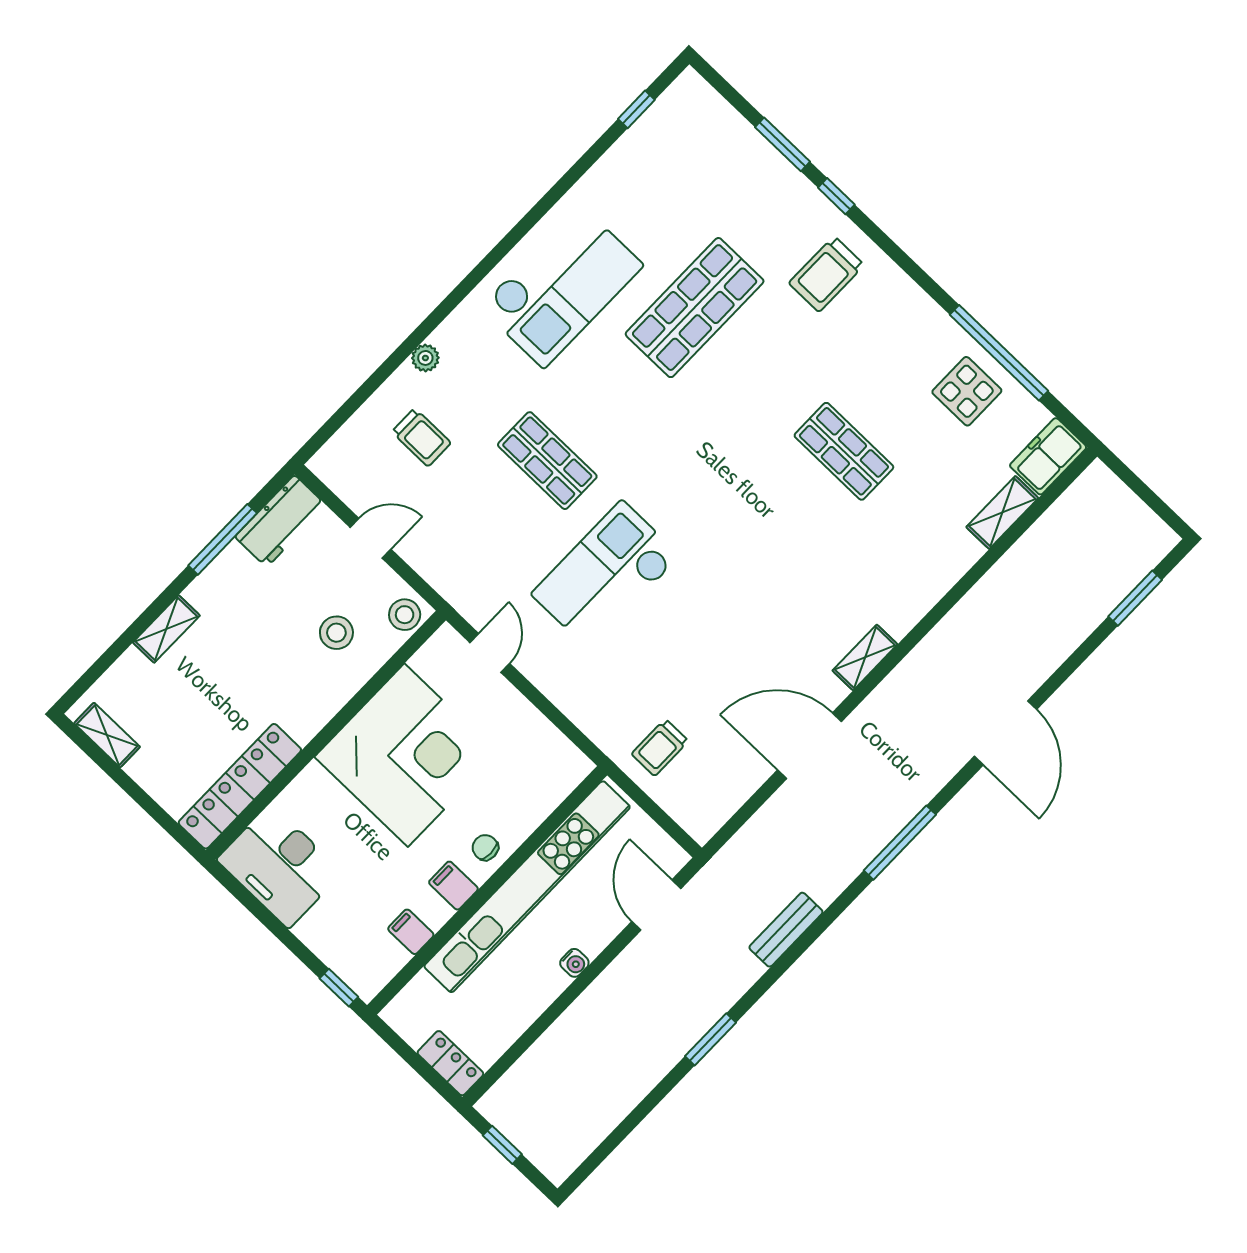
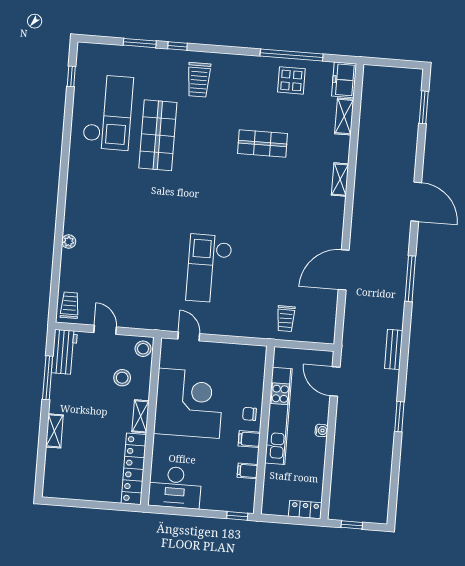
checkout: (562, 286) -> (108, 112), moved
trolley: (421, 437) -> (70, 305), moved, turned -90
shop shelf: (547, 461) -> (149, 243), removed
door: (370, 538) -> (105, 330), hinge flipped
shelving: (865, 657) -> (340, 180), moved
shelving: (107, 735) -> (141, 416), moved, turned 90
kitchen unit: (527, 887) -> (278, 416), width x0.73

